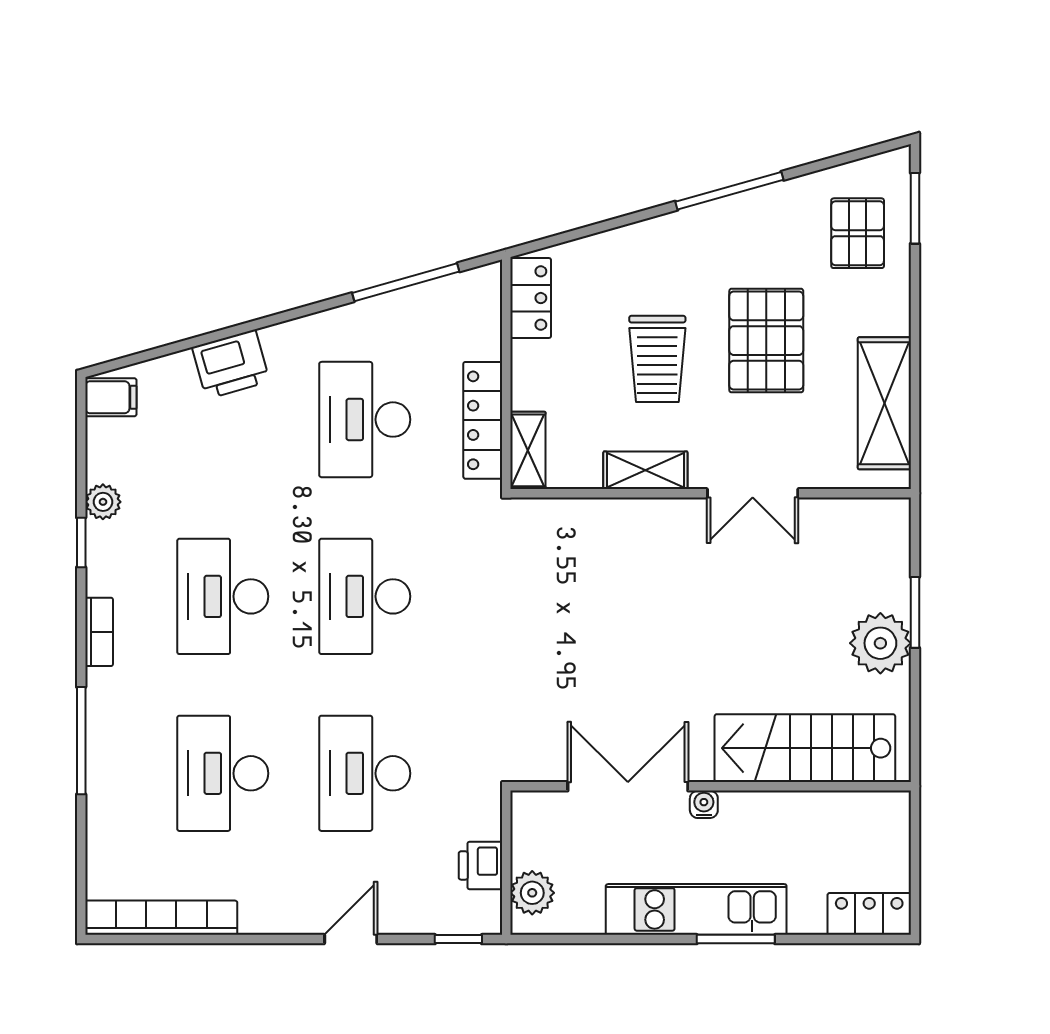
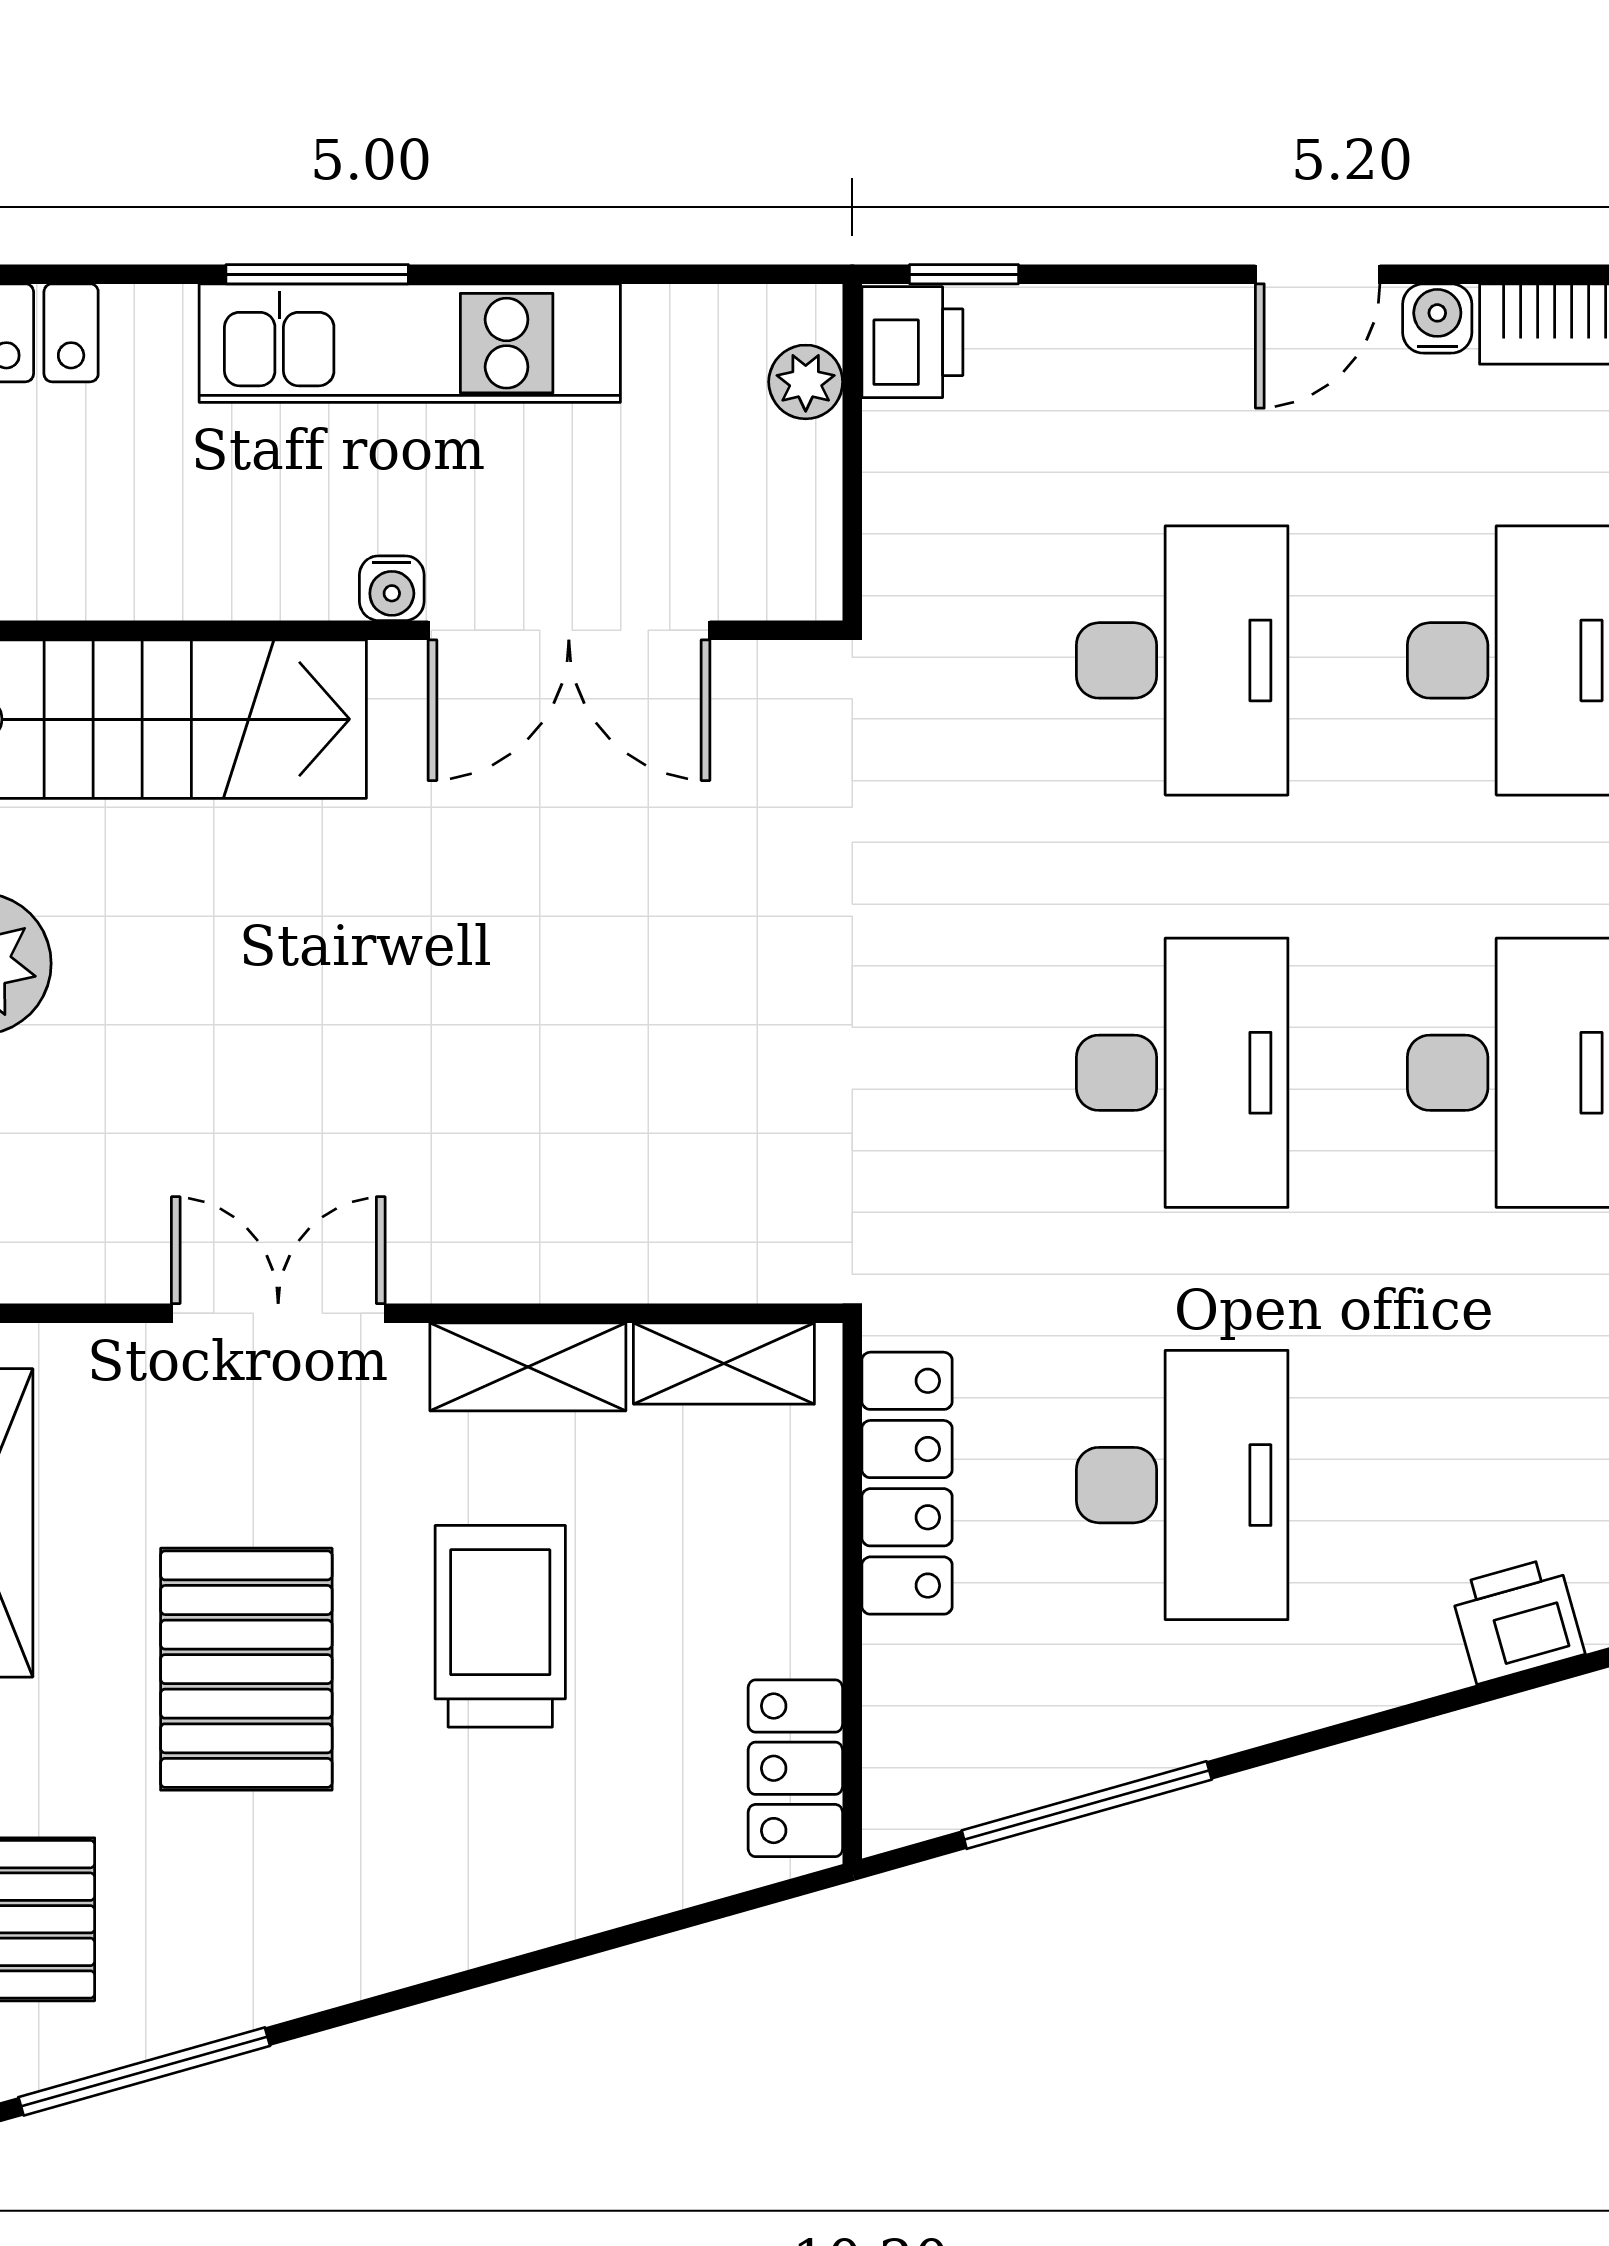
window: (729, 191) -> (144, 2071), moved
printer: (231, 364) -> (1517, 1620), width x0.73, depth x0.81
shelving: (528, 450) -> (724, 1363), moved, turned 90
printer: (481, 865) -> (912, 342), moved
plant: (532, 893) -> (806, 382), width x0.73, depth x0.73
water cooler: (255, 920) -> (1437, 318), added
door: (351, 939) -> (1318, 274), moved

